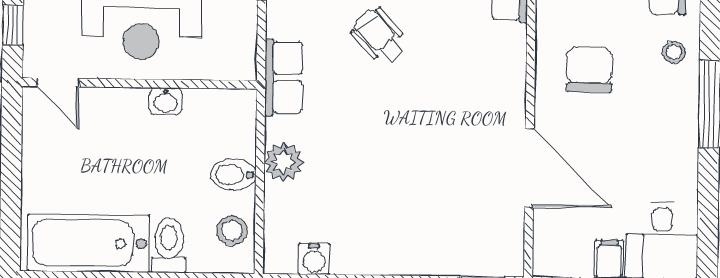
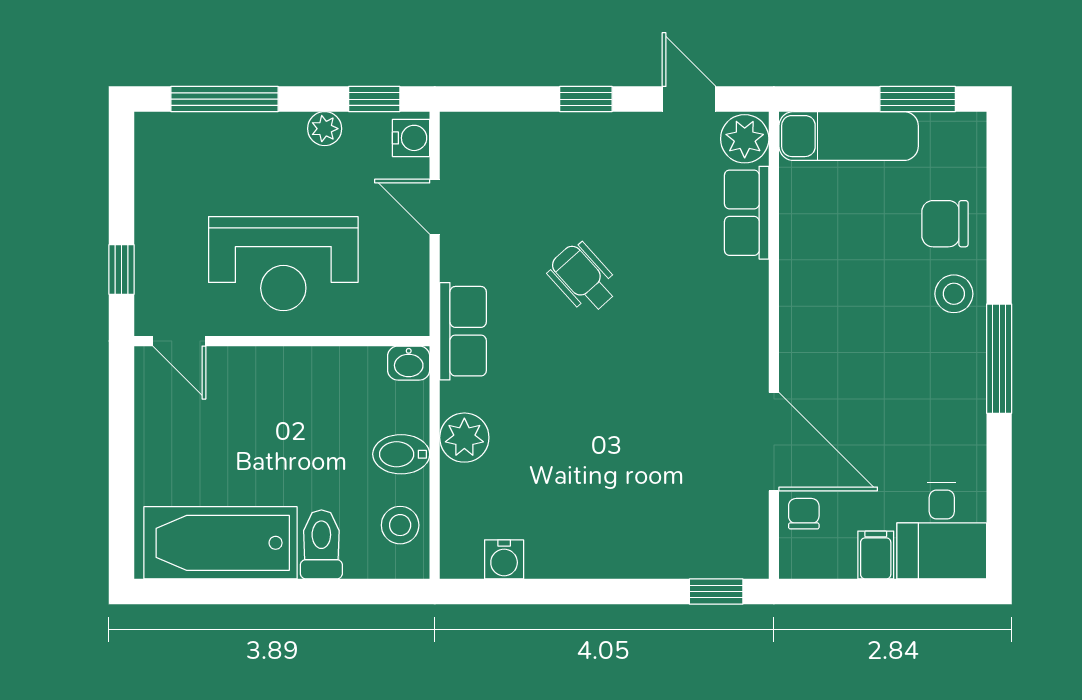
stool: (674, 52) -> (954, 294), width x1.37, depth x1.37
chair: (589, 69) -> (804, 514), moved, width x0.54, depth x0.54
washbasin: (166, 101) -> (409, 363), moved

